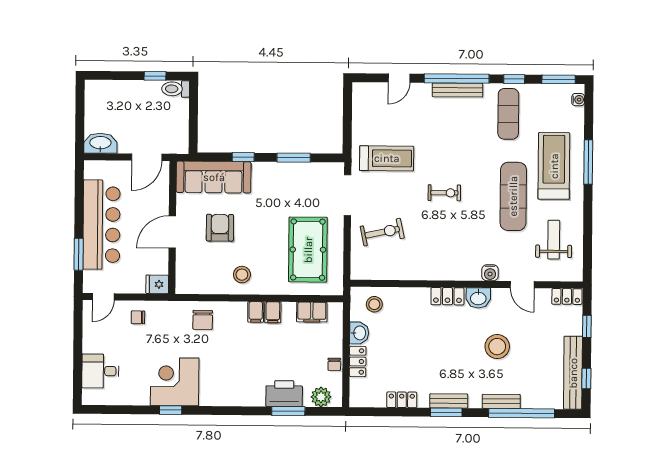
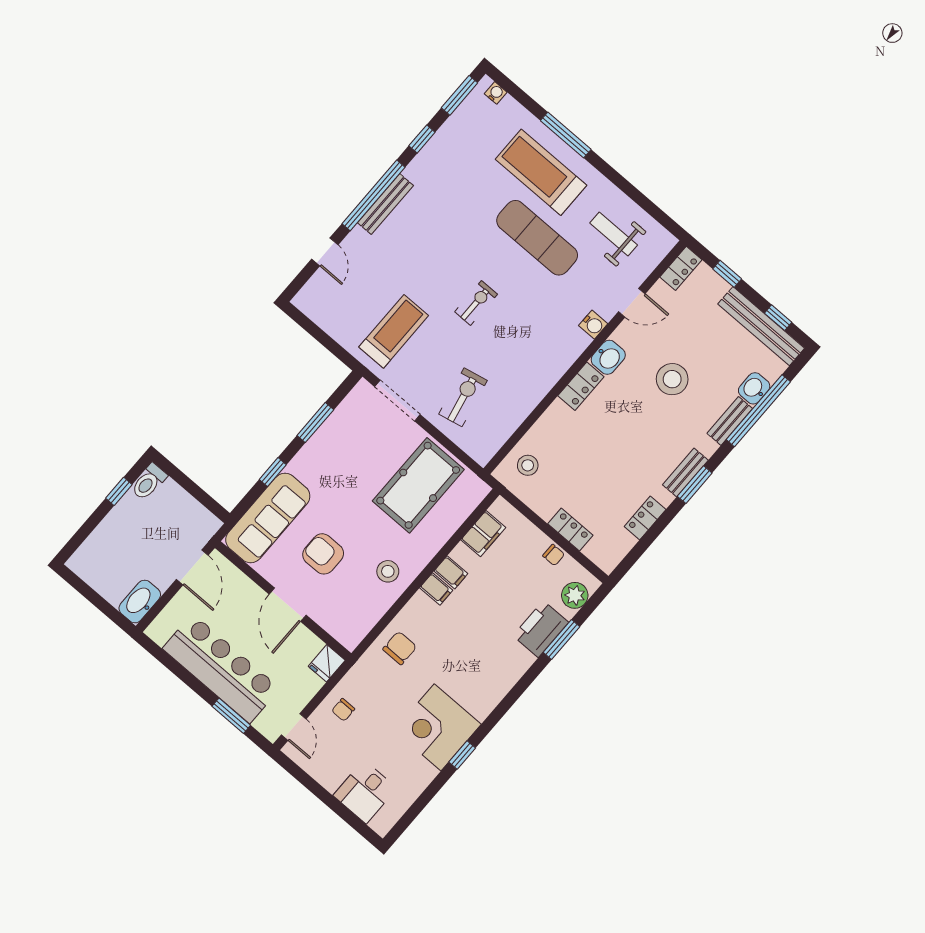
exercise mat: (508, 114) -> (451, 174), removed
pool table: (308, 250) -> (418, 485), turned 90
chair: (203, 320) -> (400, 648), turned -90
washbasin: (359, 333) -> (754, 388), moved, turned -90

